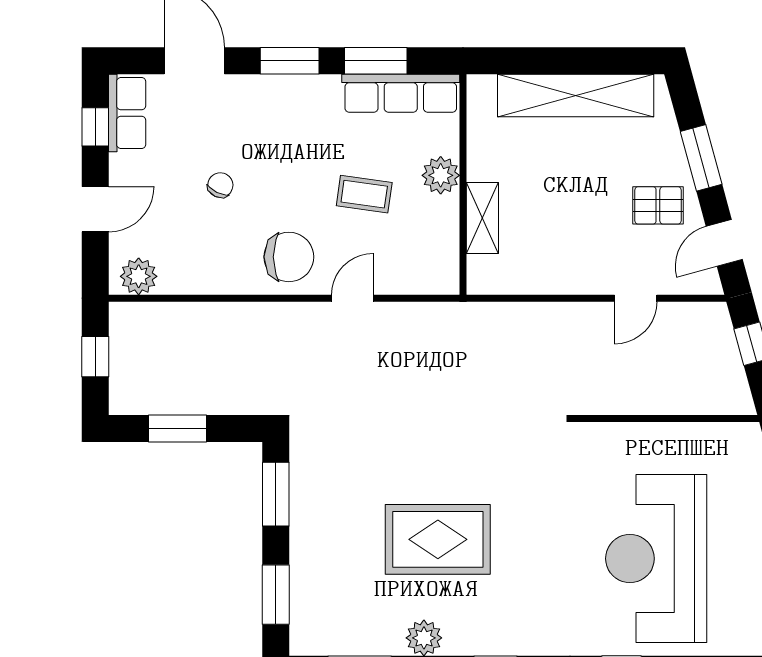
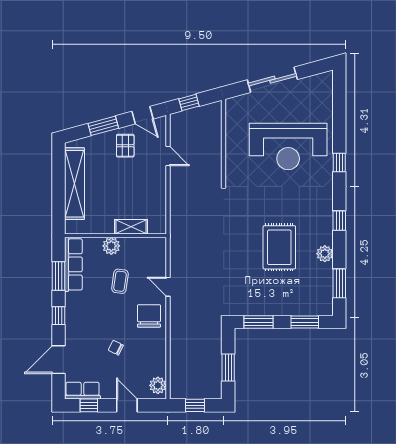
window: (290, 61) -> (58, 316), width x0.67

